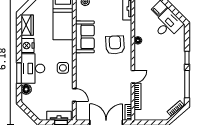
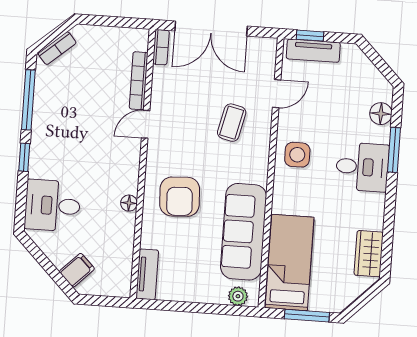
desk: (168, 24) -> (53, 206), moved, turned 45
sofa: (85, 37) -> (244, 232), width x1.36
nightstand: (28, 46) -> (371, 209), removed
desk: (33, 68) -> (362, 167), width x0.73
coffee table: (94, 80) -> (232, 123), added
door: (74, 95) -> (277, 94), swing flipped

